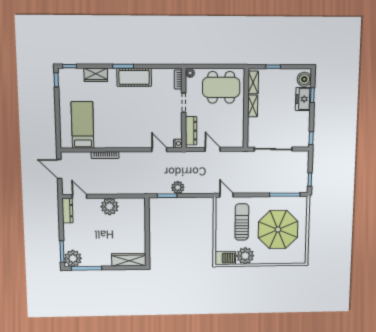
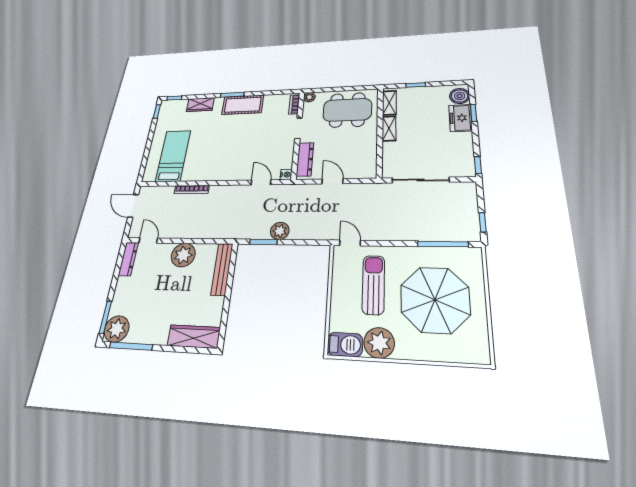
bench: (140, 216) -> (222, 269), added

